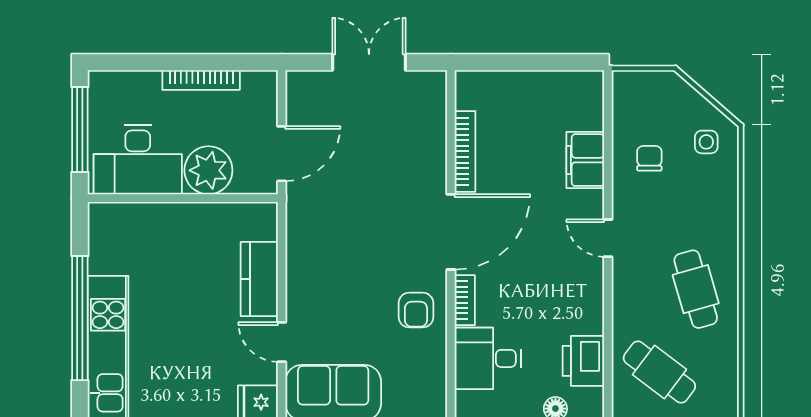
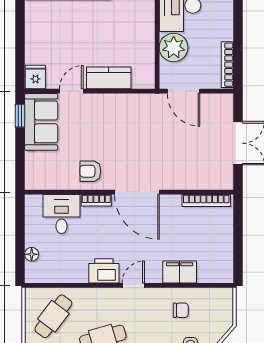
bookcase: (201, 80) -> (227, 65), moved
bookcase: (465, 151) -> (206, 200), moved
printer: (583, 361) -> (104, 271), moved

